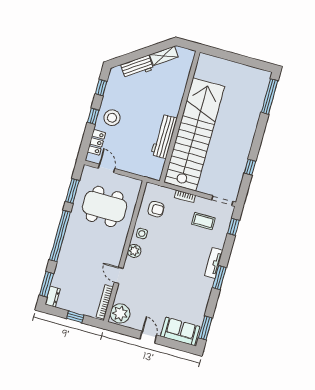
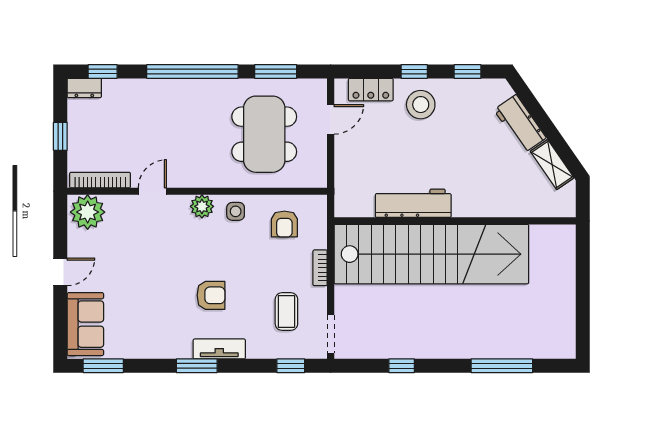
window: (270, 97) -> (502, 366), moved
armchair: (183, 259) -> (211, 295), added
window: (47, 284) -> (103, 71), width x0.67

